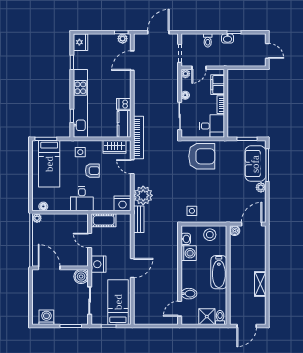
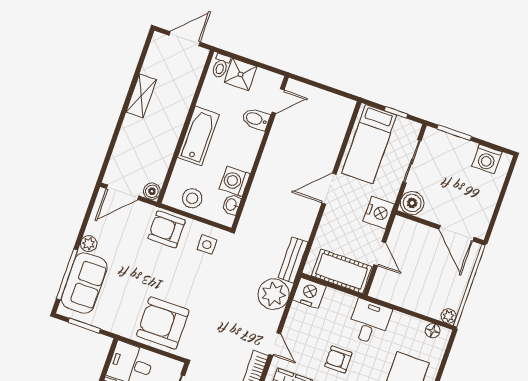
armchair: (218, 211) -> (167, 229), added
cot: (104, 220) -> (342, 271), width x1.37, depth x1.34

